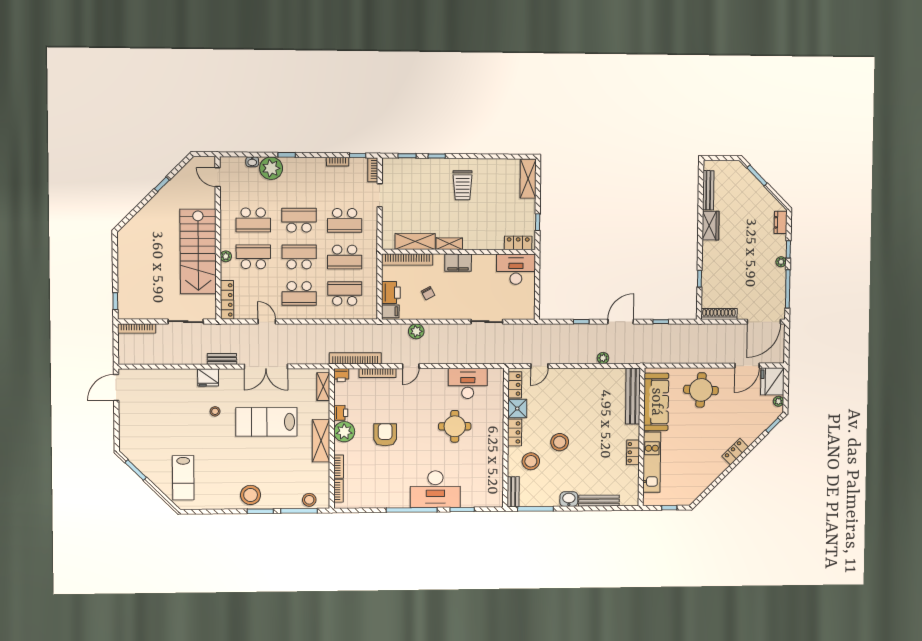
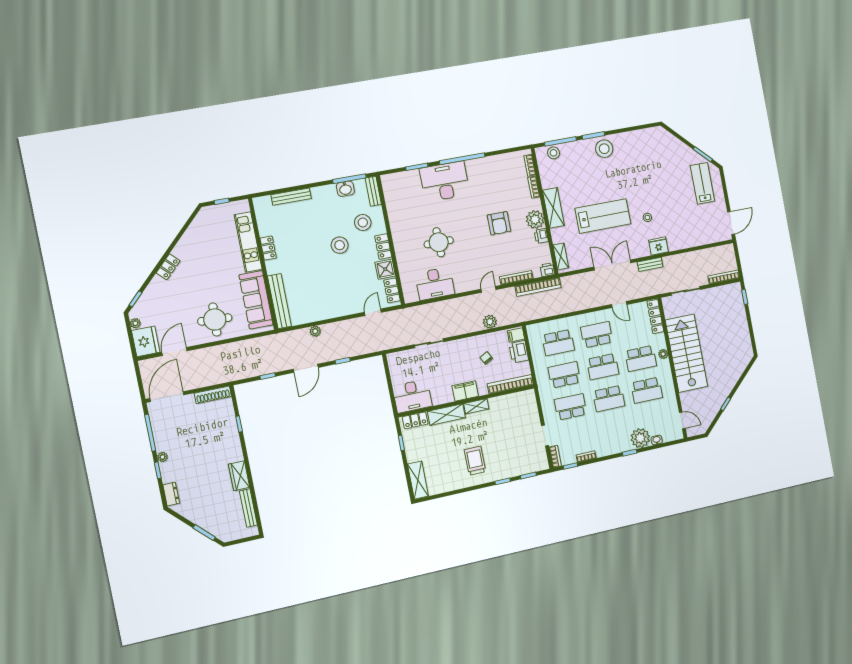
school desk: (253, 220) -> (647, 390), turned 180
shelving: (415, 242) -> (446, 415), moved
lab bench: (183, 478) -> (702, 183), moved
washbasin: (569, 499) -> (345, 189), moved

